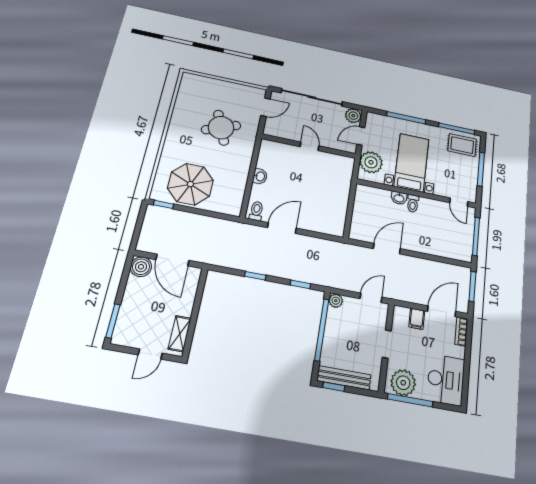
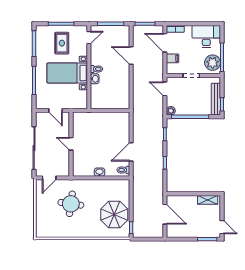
door: (265, 107) -> (49, 178), swing flipped
plant: (353, 116) -> (41, 118), removed
round table: (221, 128) -> (71, 204), turned 30
rug: (462, 145) -> (62, 43), moved
door: (310, 146) -> (71, 144), hinge flipped
plant: (371, 162) -> (73, 101), removed
door: (282, 228) -> (131, 152), hinge flipped
door: (387, 249) -> (131, 56), moved
door: (172, 260) -> (165, 214), hinge flipped
boiler: (141, 267) -> (173, 231), removed
door: (150, 354) -> (222, 227), moved

